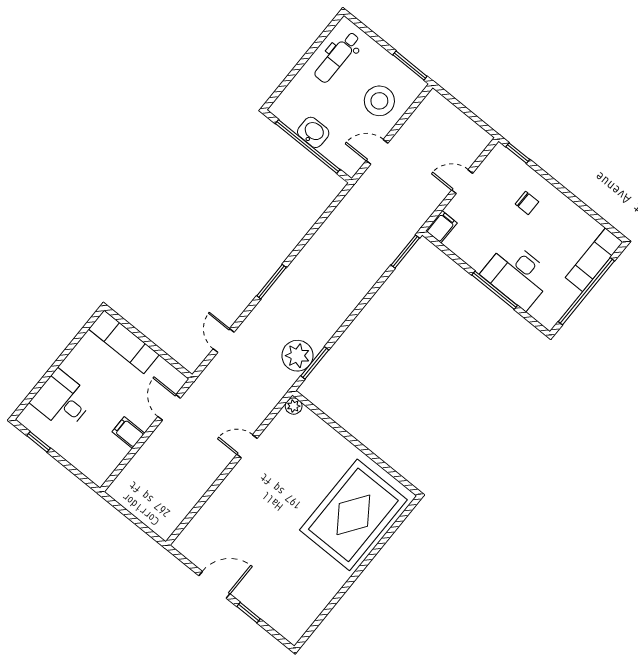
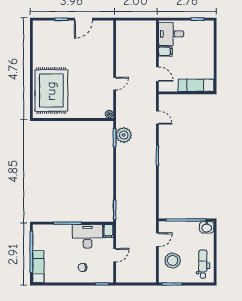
washbasin: (313, 132) -> (207, 227), moved
desk: (517, 275) -> (88, 236), moved
desk: (62, 400) -> (171, 34), moved, turned 180

